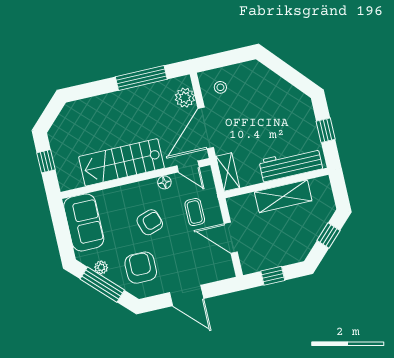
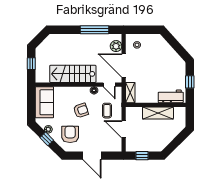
door: (206, 128) -> (124, 65), hinge flipped
workbench: (291, 164) -> (171, 96), width x0.73
window: (329, 236) -> (178, 140), removed
window: (102, 285) -> (47, 139), width x0.46

